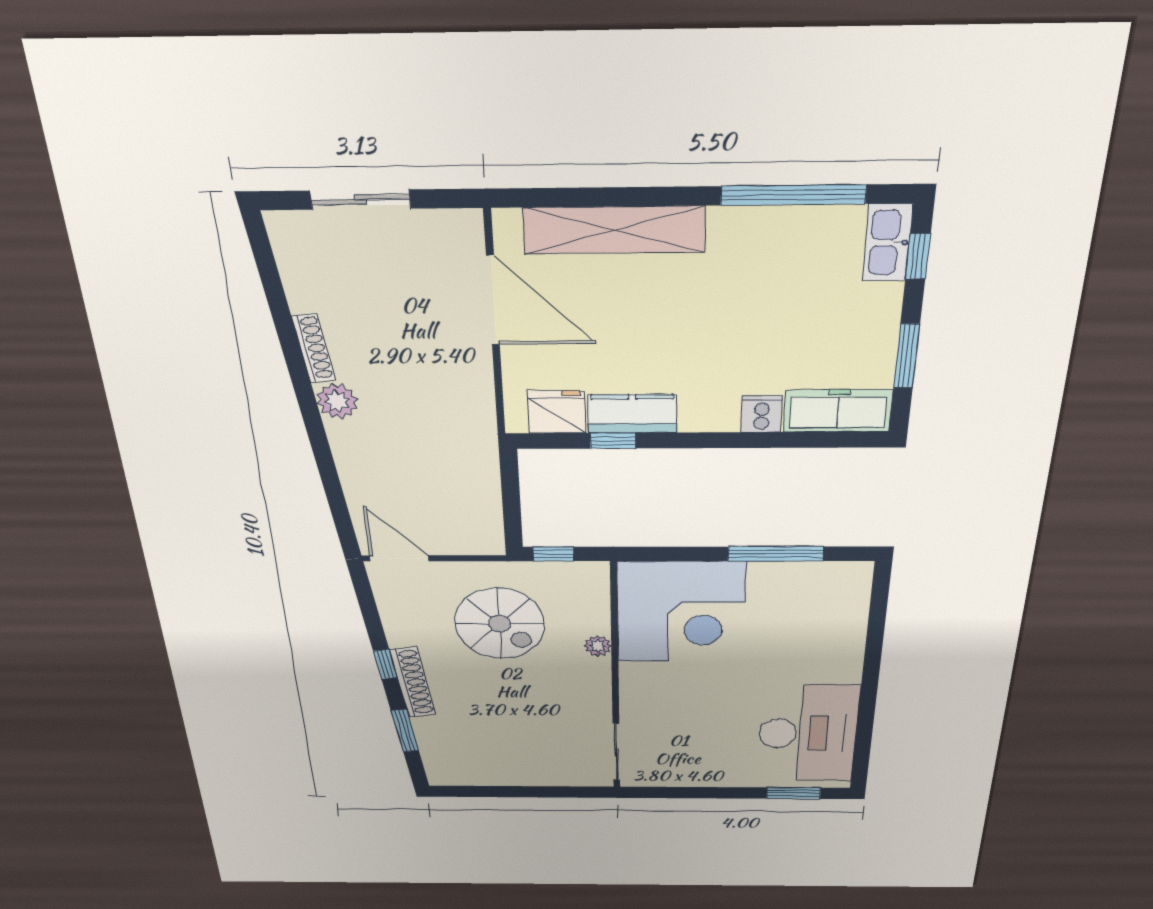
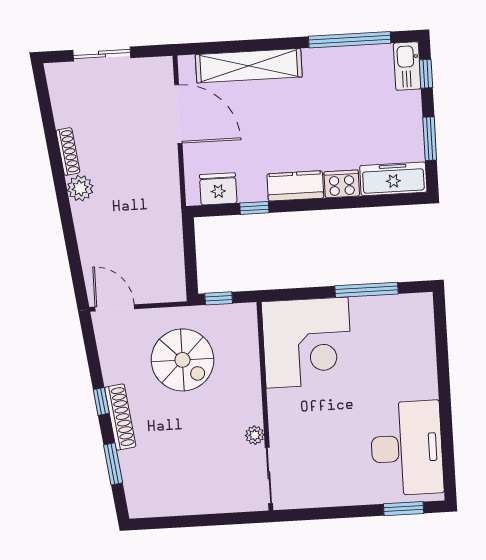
kitchen counter: (632, 414) -> (295, 186), moved
cooker: (762, 414) -> (342, 184), width x1.36
plant: (598, 646) -> (255, 435), moved

